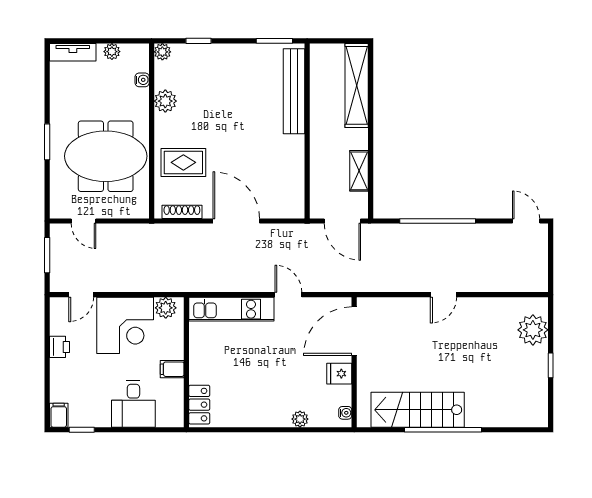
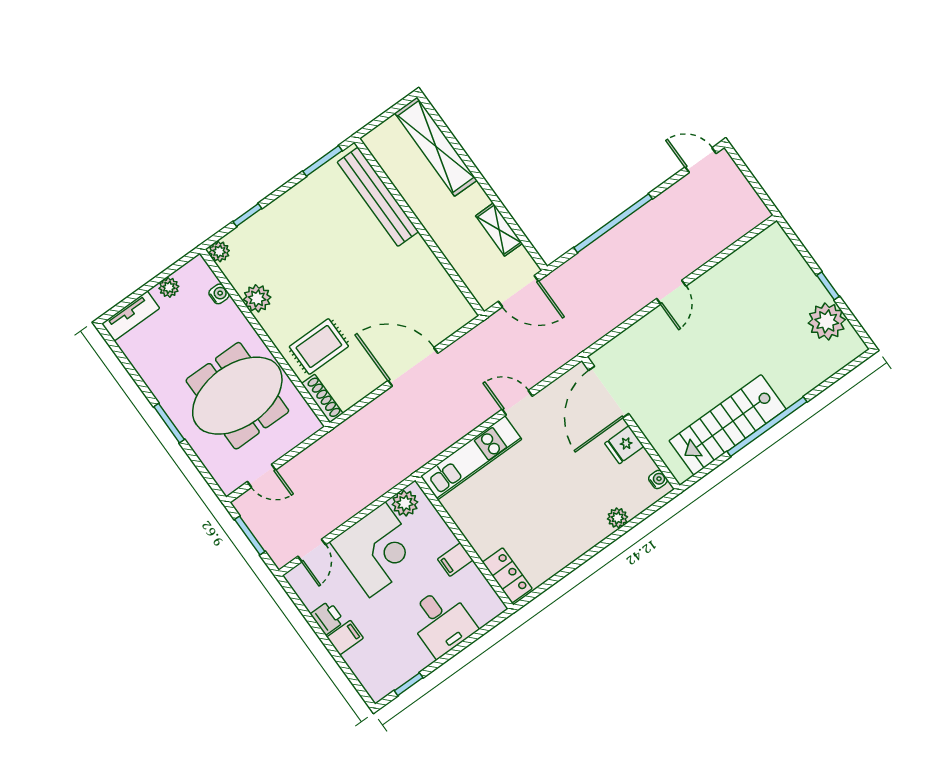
shoe rack: (182, 212) -> (322, 398), moved, turned 90
plant: (533, 330) -> (827, 321), moved
filing cabinet: (59, 415) -> (345, 638), moved, turned 90

